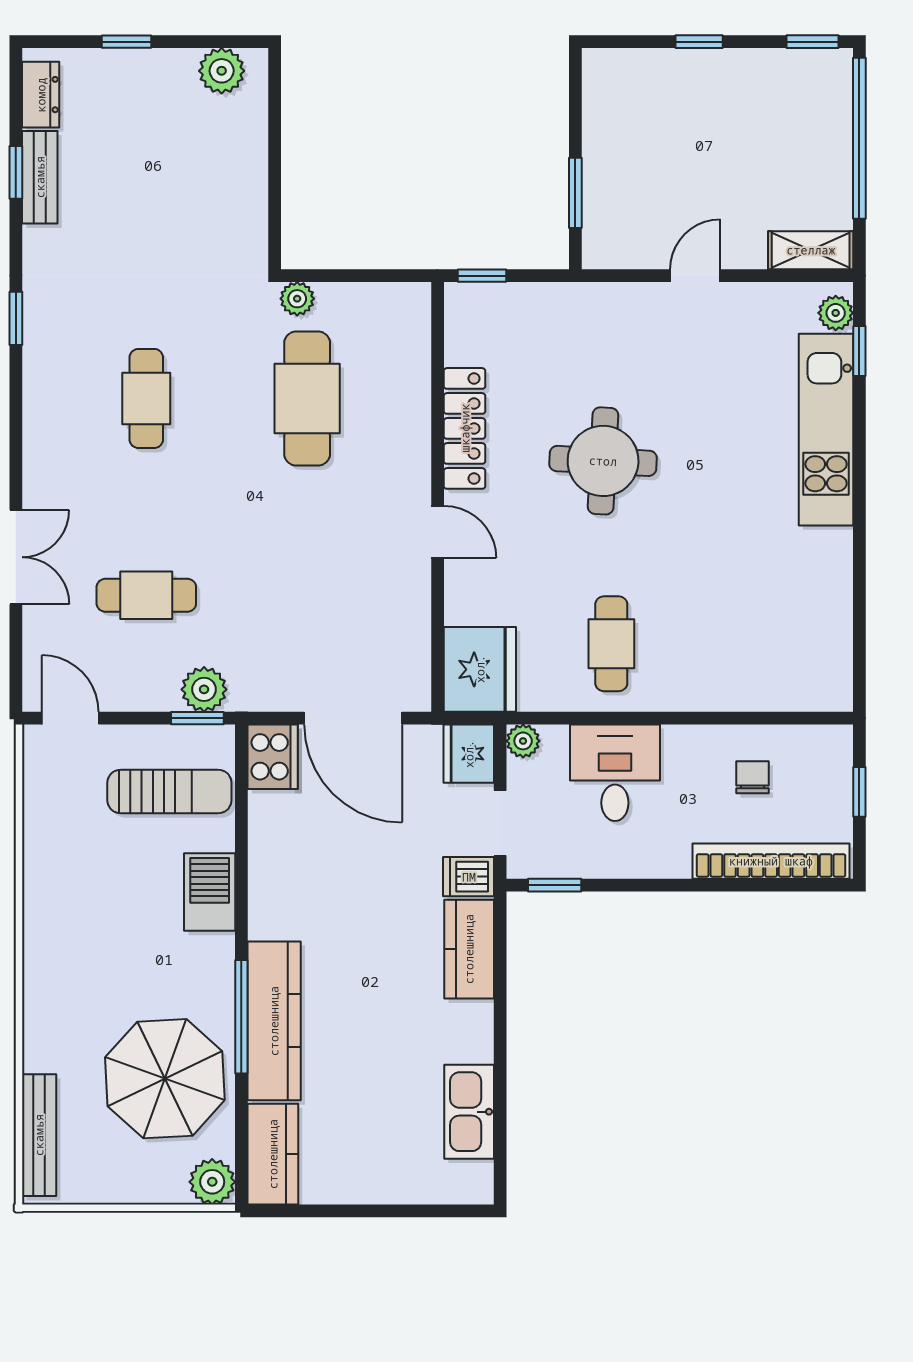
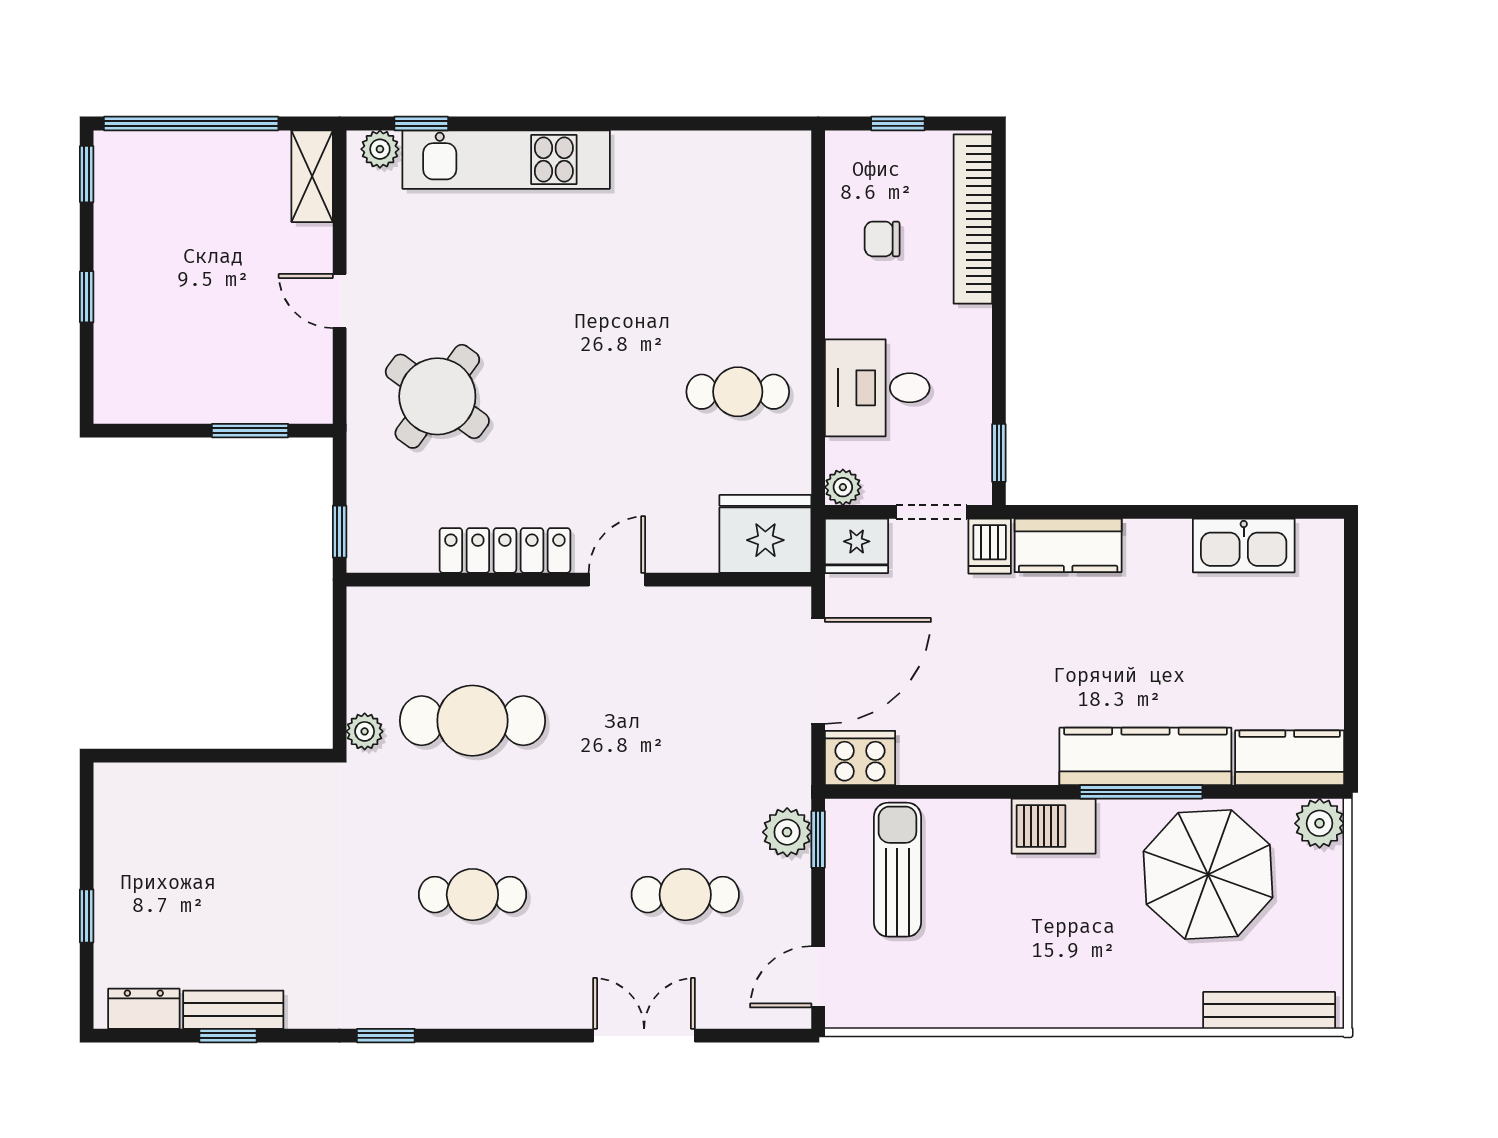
plant: (222, 71) -> (118, 813), removed
round table: (603, 461) -> (437, 396), moved, turned 33
cafe table: (146, 595) -> (685, 895), turned 90
barbecue: (210, 892) -> (1054, 826), moved

